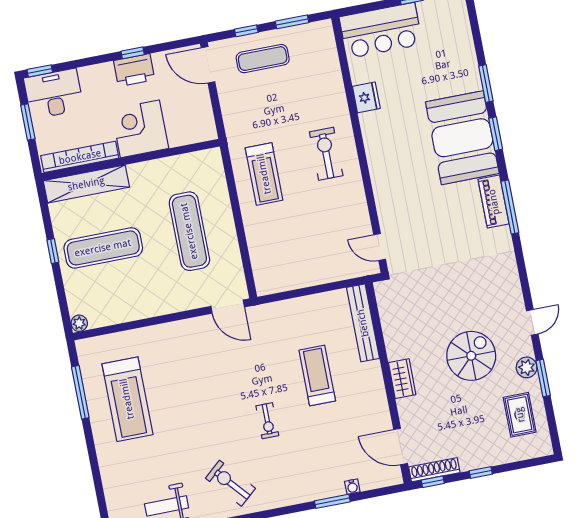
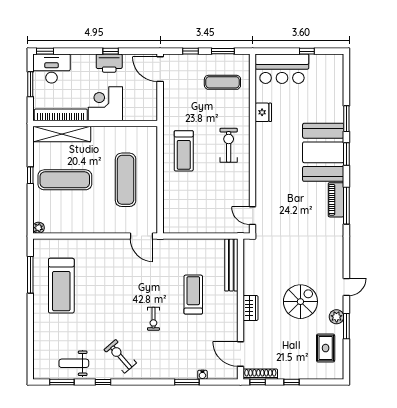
exercise mat: (263, 59) -> (222, 82), moved

